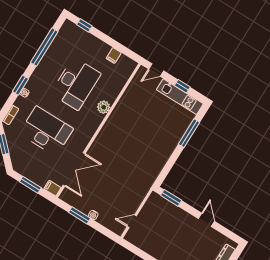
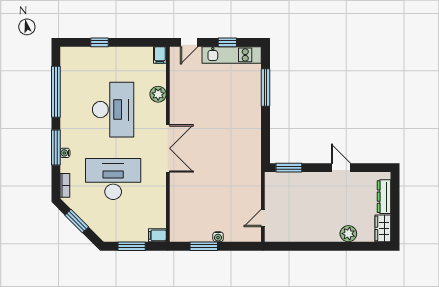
window: (84, 25) -> (99, 42), moved
filing cabinet: (114, 56) -> (160, 55), moved
window: (20, 85) -> (56, 148), width x1.44
plant: (104, 107) -> (158, 94), moved
double door: (74, 169) -> (168, 148), moved

